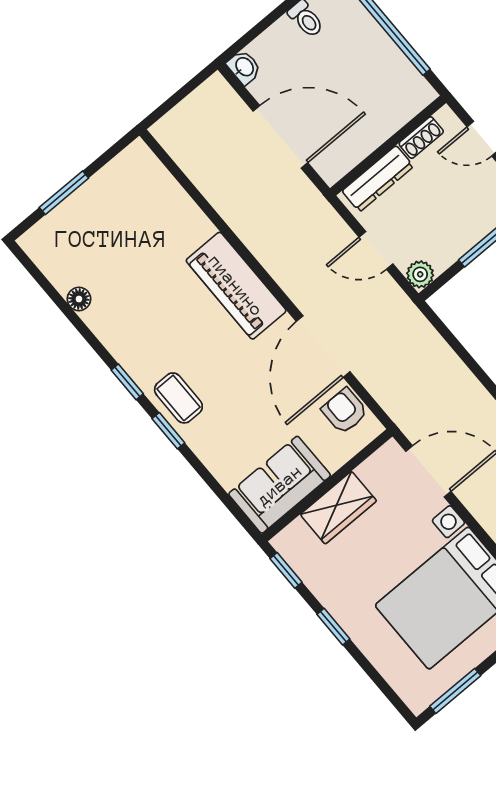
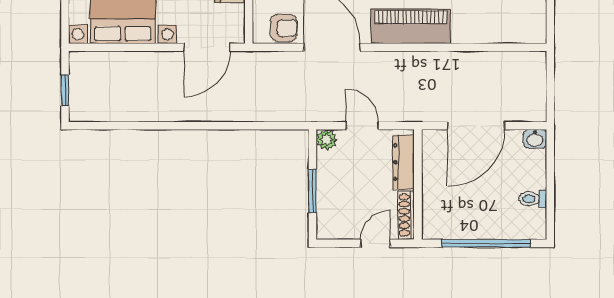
shoe rack: (421, 138) -> (406, 215), width x1.43
door: (376, 250) -> (362, 126), hinge flipped

